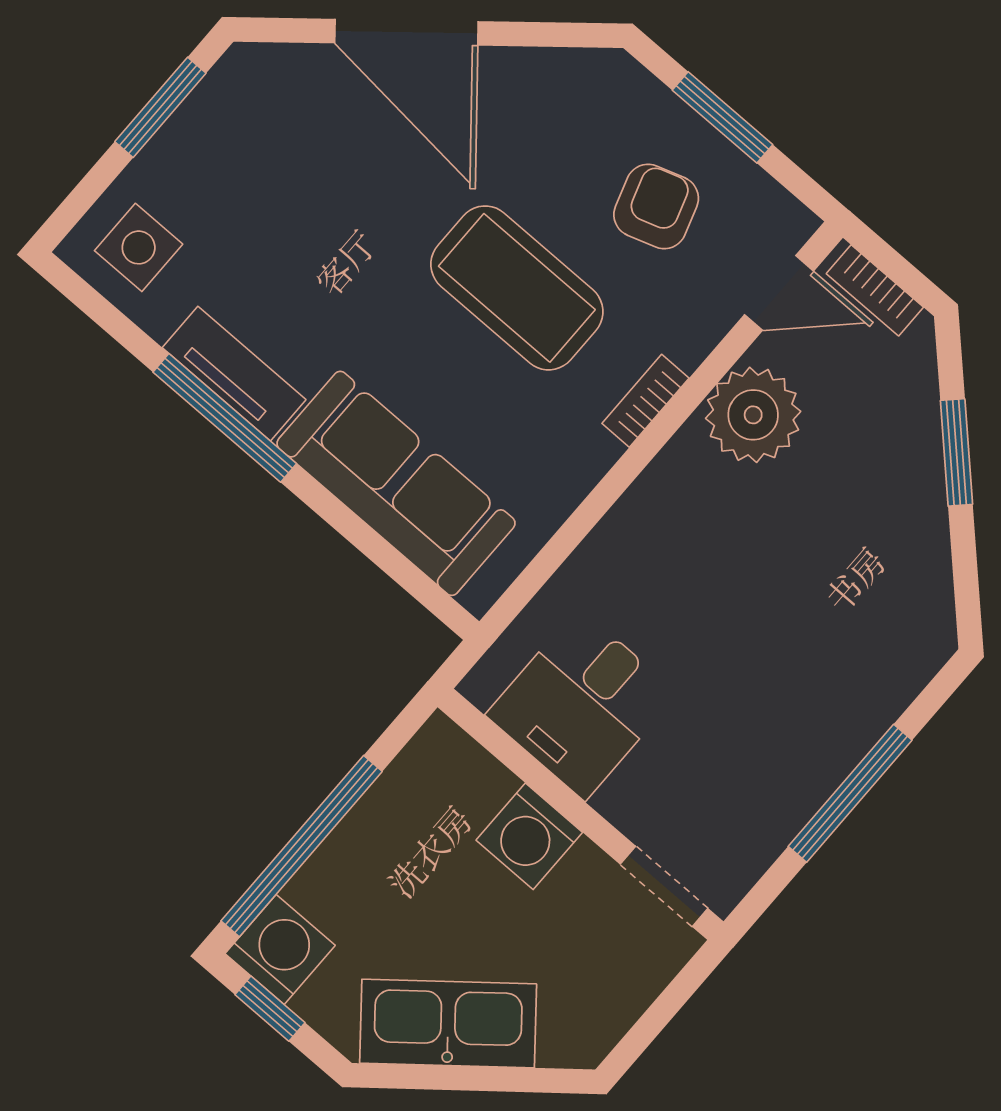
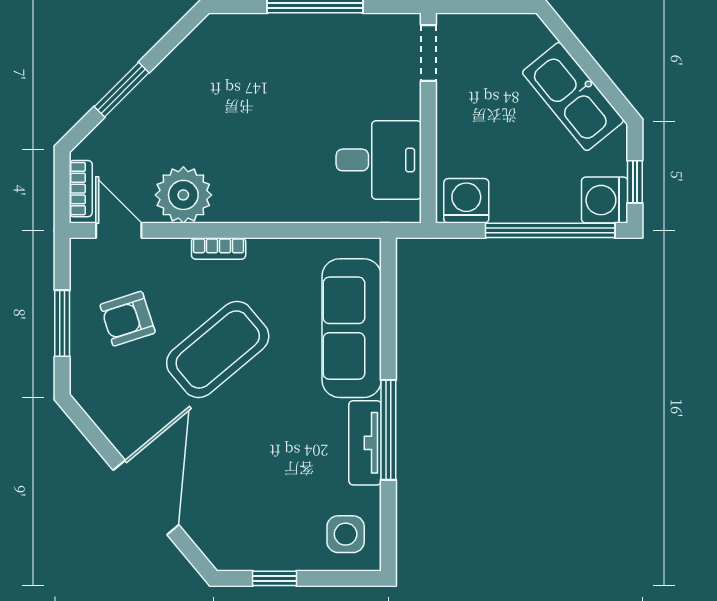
window: (160, 107) -> (275, 578), width x0.67
coffee table: (517, 288) -> (218, 349), turned 50
washing machine: (529, 836) -> (466, 201), moved, turned -90

